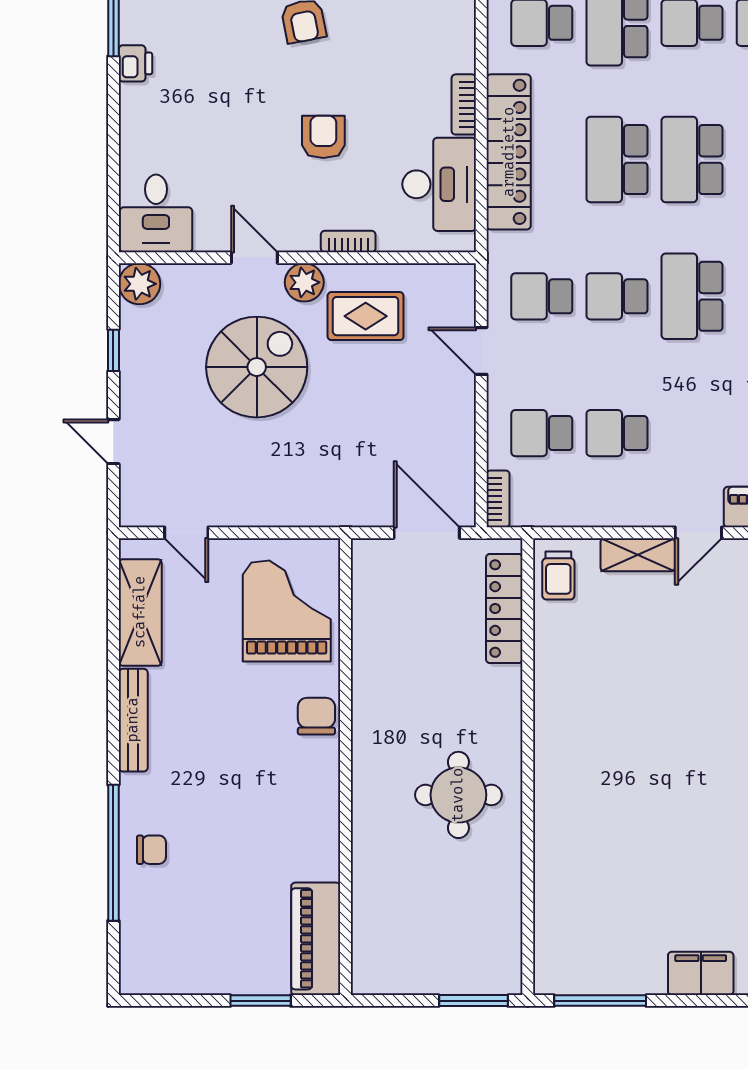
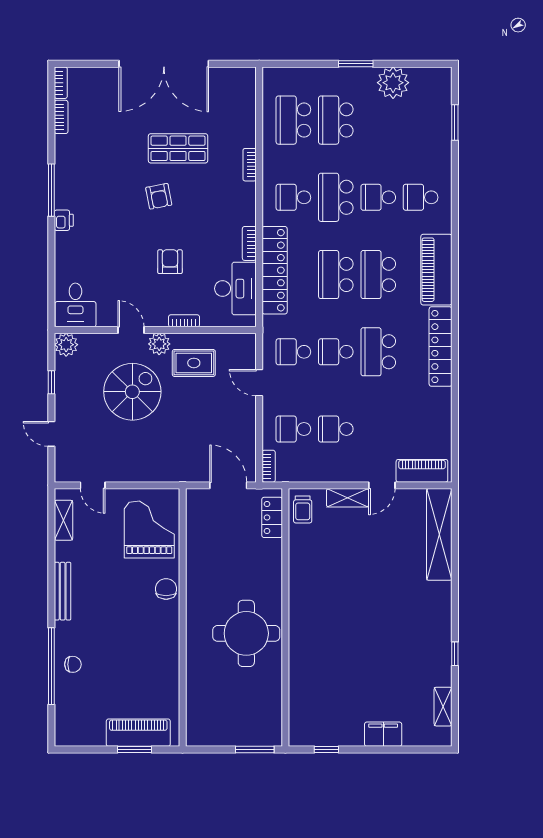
locker: (504, 609) -> (272, 517), width x0.66
shelving: (140, 612) -> (64, 520), width x0.67, depth x0.75
round table: (458, 795) -> (246, 633), width x1.36, depth x1.36
piano: (316, 939) -> (138, 733), moved, turned 90
window: (600, 1001) -> (326, 750), width x0.46

